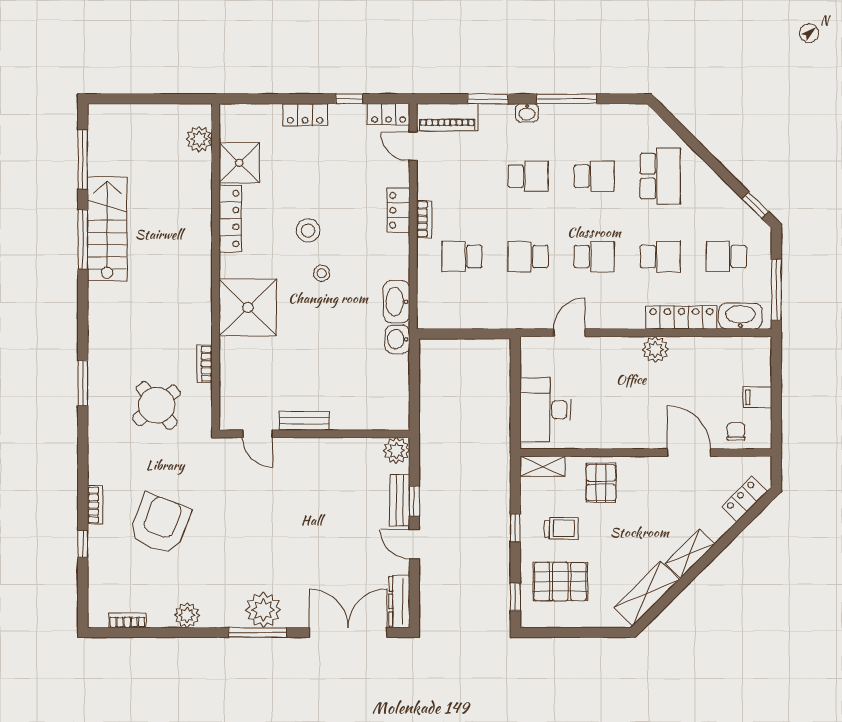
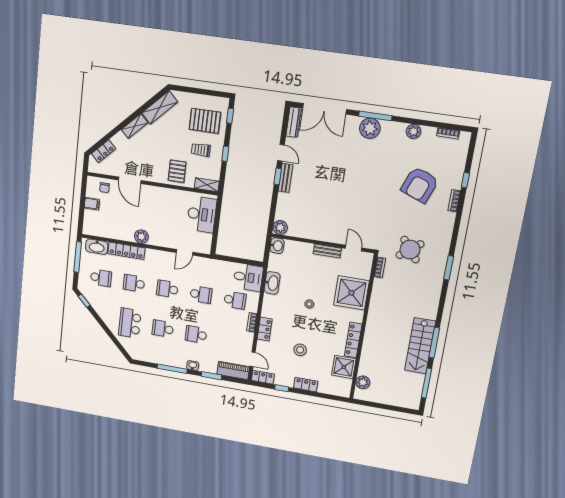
stool: (308, 230) -> (300, 350), moved
desk: (443, 305) -> (248, 277), added
washbasin: (397, 339) -> (277, 246), moved
bench: (304, 421) -> (327, 251), moved
door: (257, 434) -> (354, 248), moved
wall: (314, 434) -> (323, 243), moved
plant: (396, 451) -> (280, 227), moved

